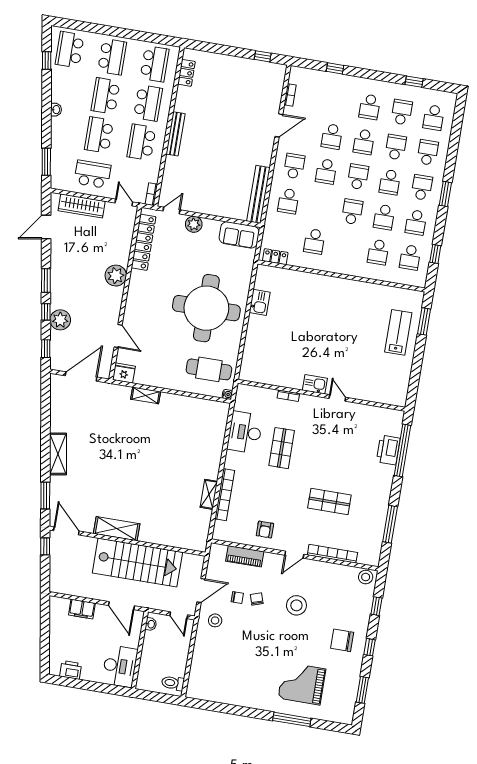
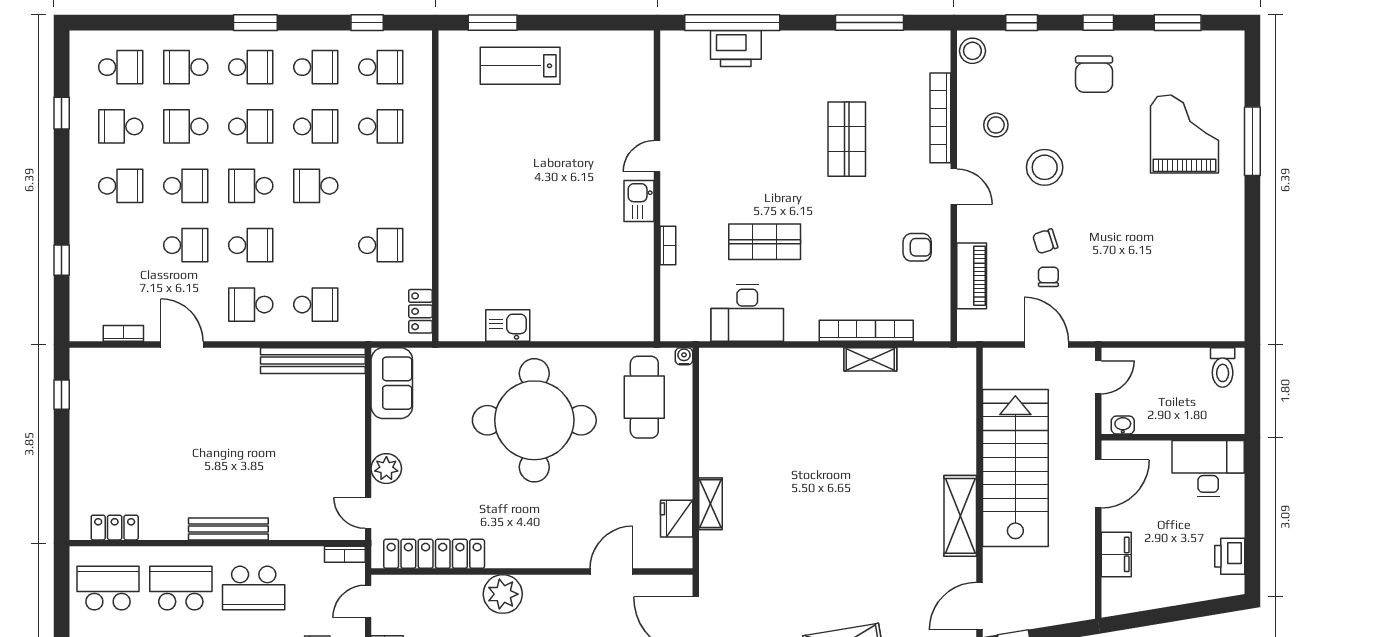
school desk: (422, 187) -> (251, 67), turned 180
fridge: (124, 373) -> (677, 519), moved
stool: (215, 620) -> (996, 125), moved
grand piano: (302, 684) -> (1184, 134), turned 180

